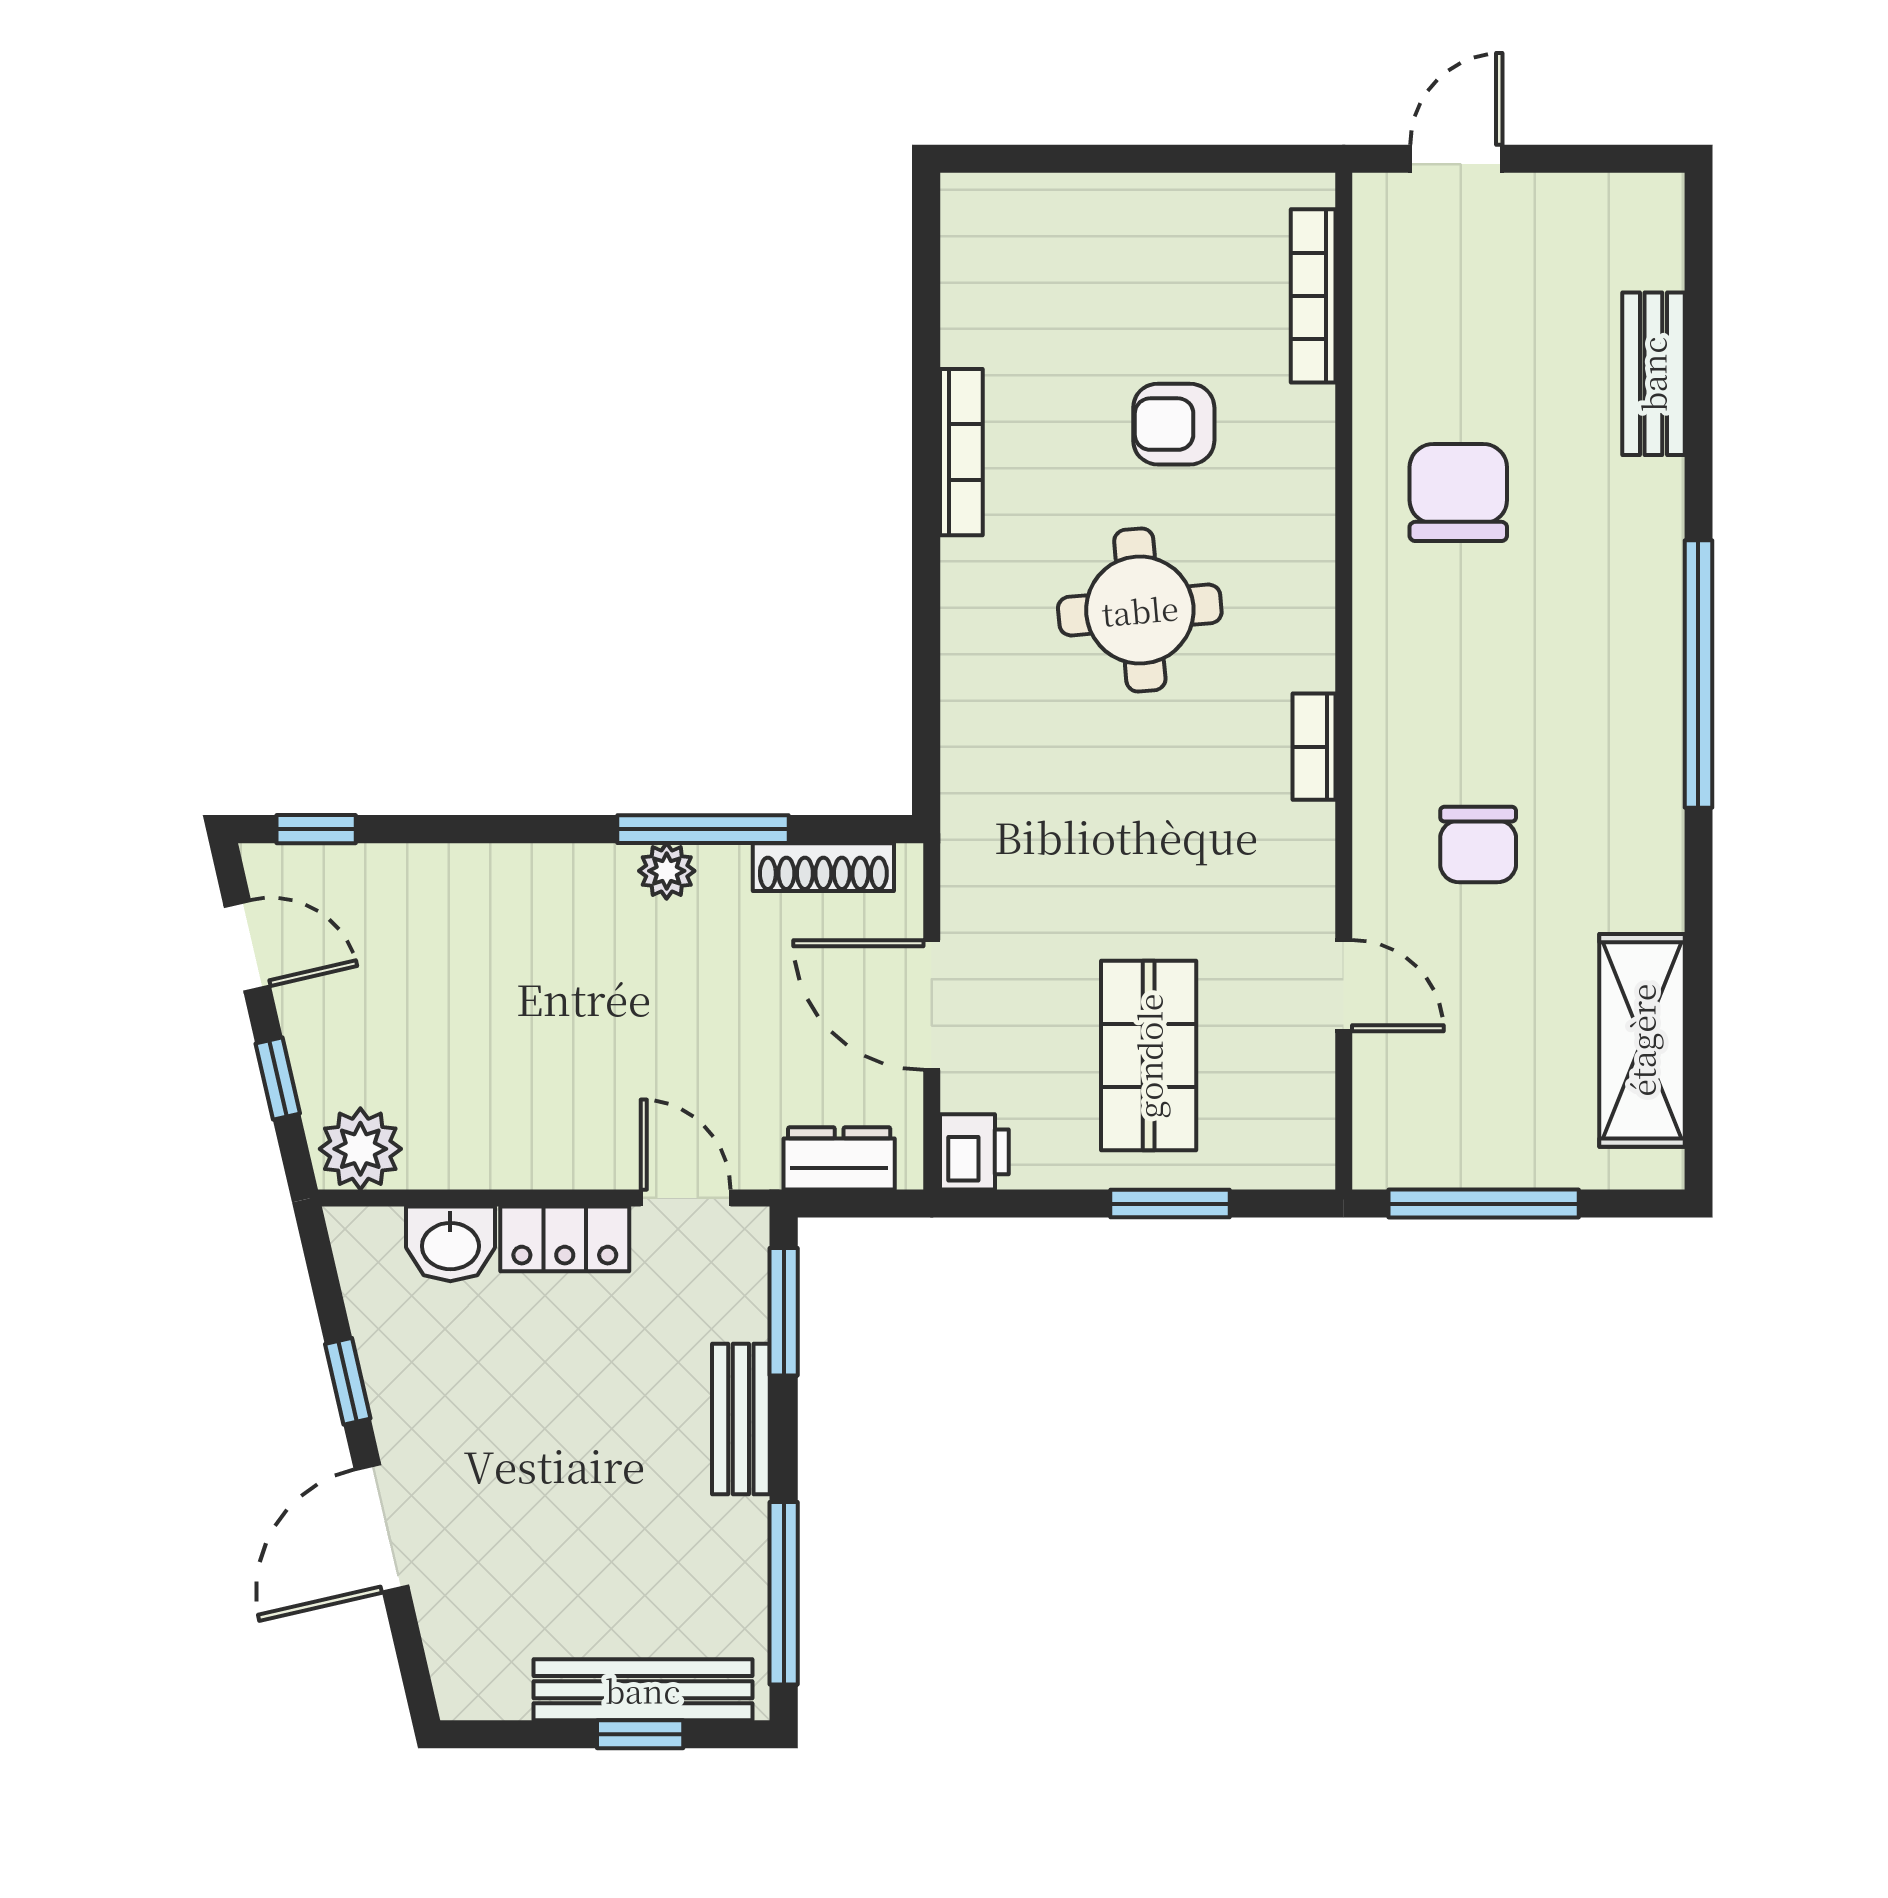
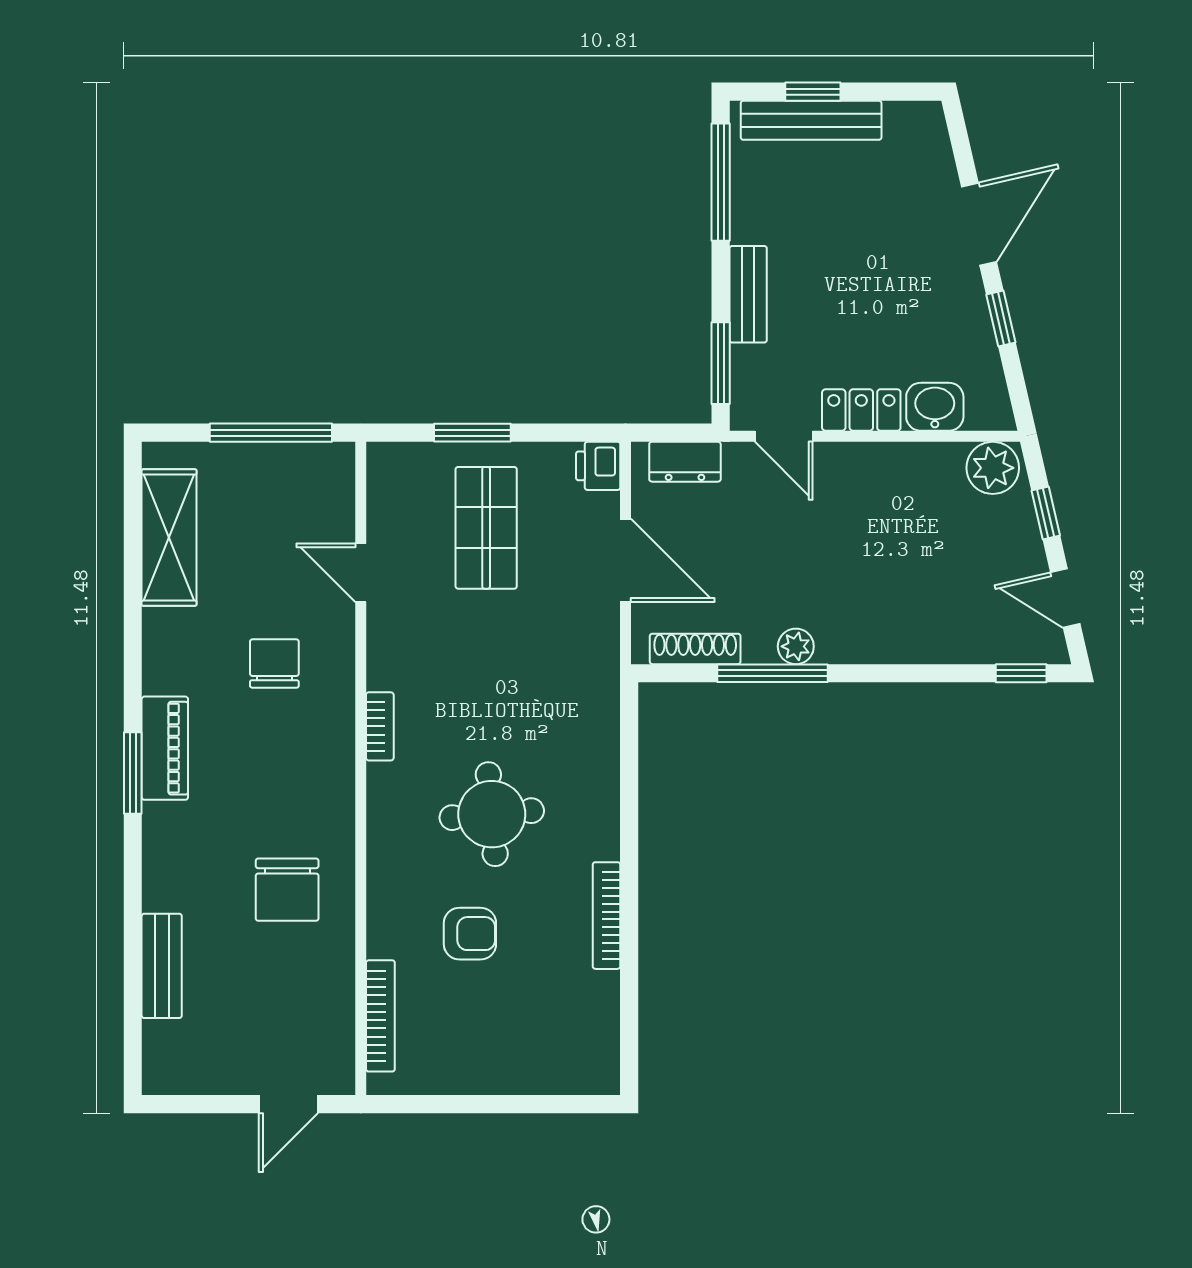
window: (1698, 674) -> (133, 773), width x0.47
piano: (1649, 713) -> (165, 748), added

